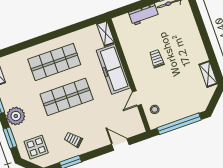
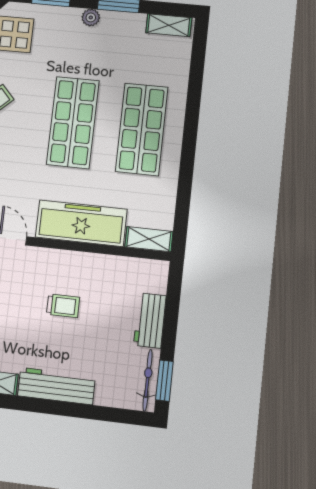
workbench: (196, 44) -> (56, 386), added
plant: (16, 116) -> (91, 17), width x0.53, depth x0.53

